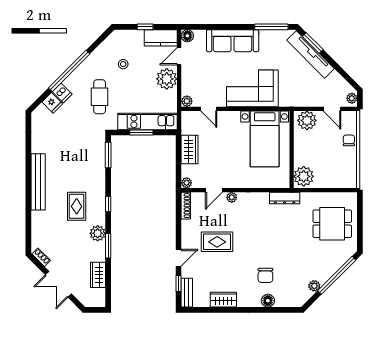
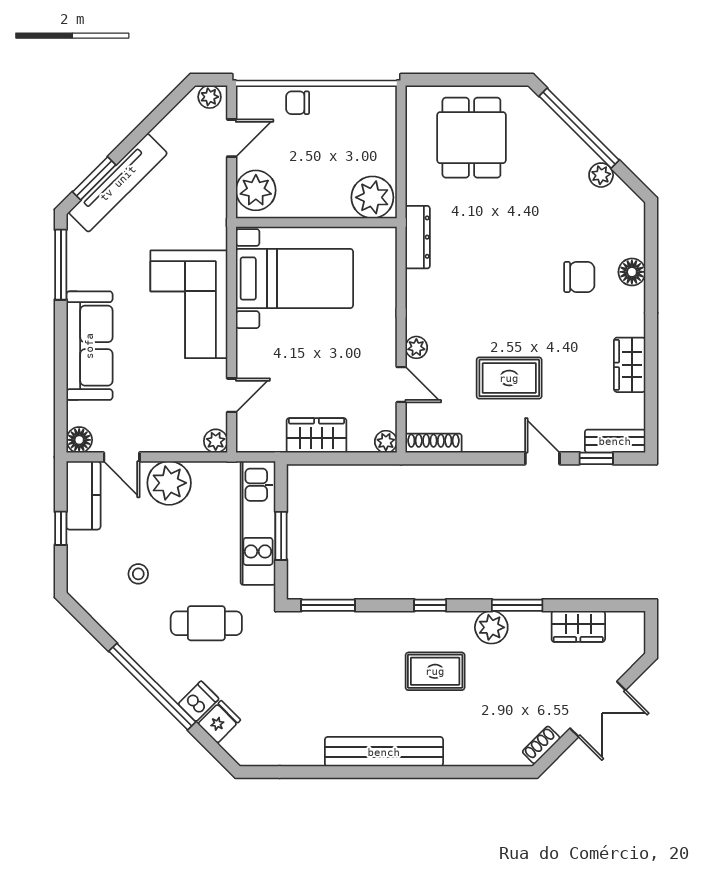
rug: (217, 242) -> (509, 378), turned 90

